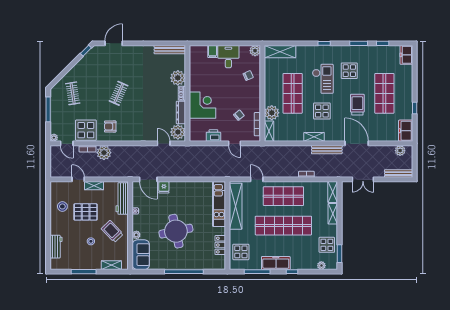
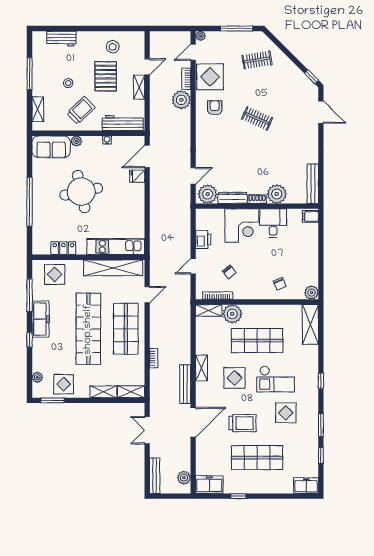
filing cabinet: (212, 51) -> (310, 216), moved
desk: (228, 57) -> (273, 223), moved, turned -90

